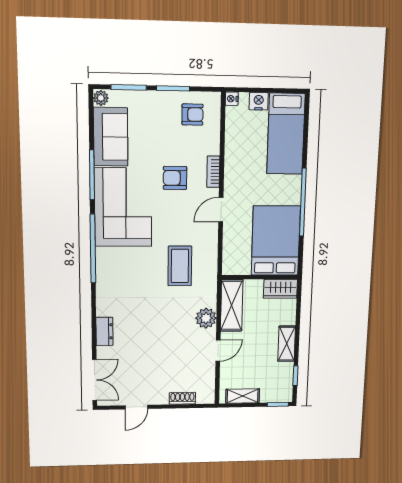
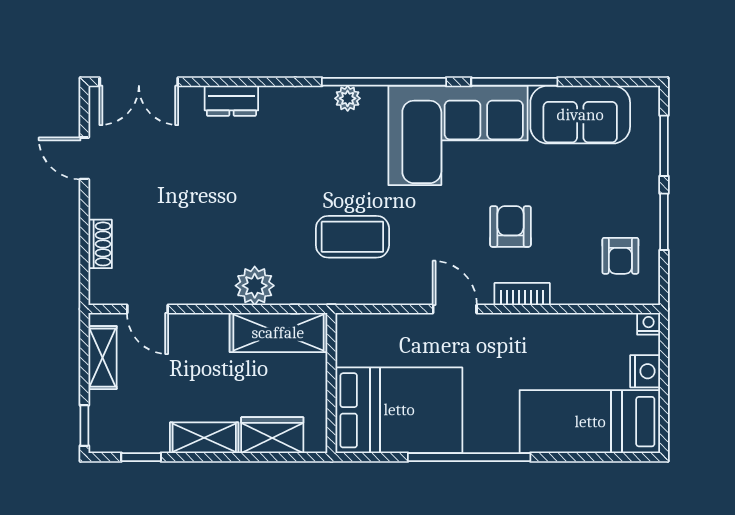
plant: (101, 98) -> (348, 98), moved
wardrobe: (280, 289) -> (272, 435), moved, turned 90
door: (218, 350) -> (147, 309), moved

